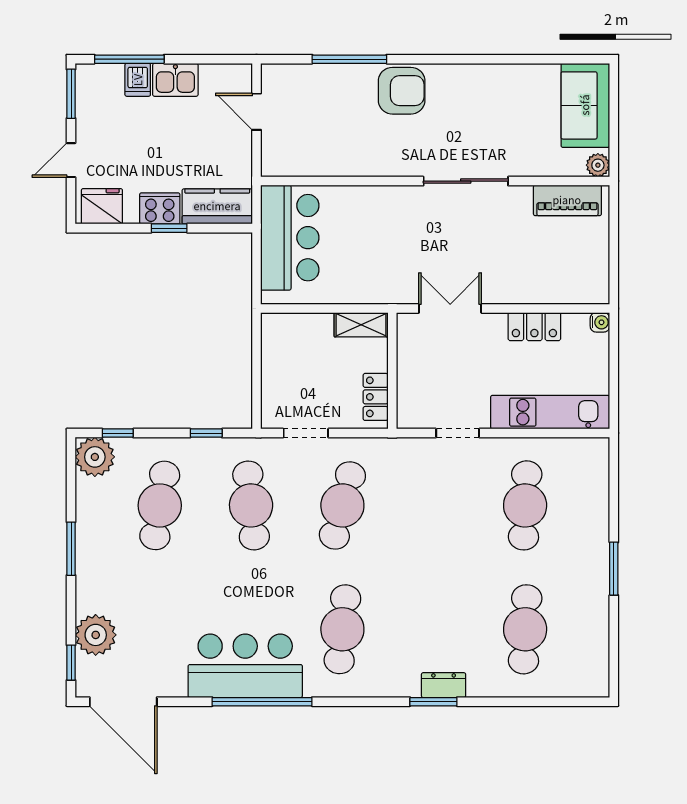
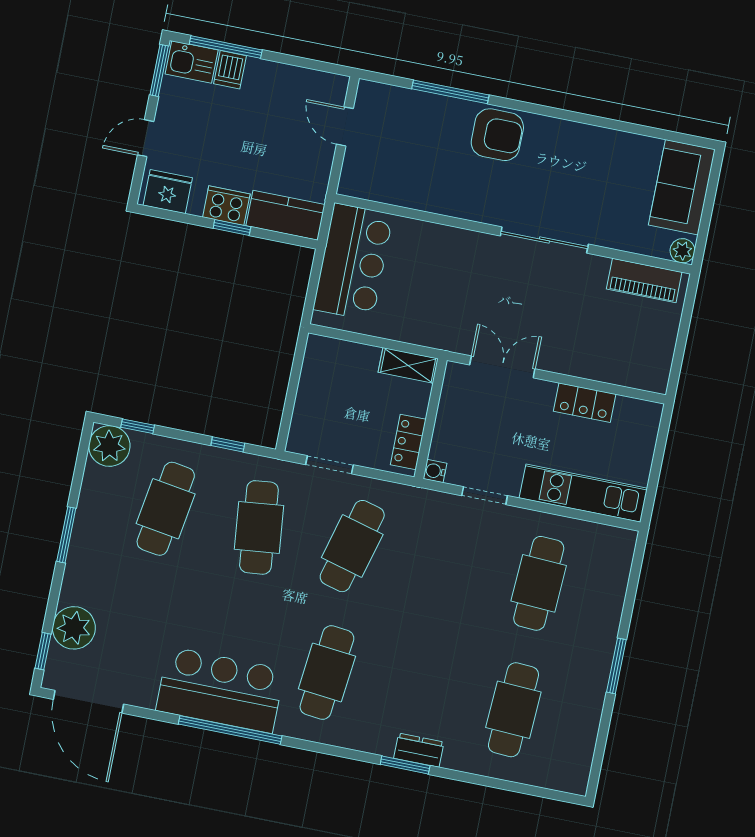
kitchen sink: (175, 80) -> (192, 62), moved
water cooler: (600, 322) -> (435, 471), moved, turned 180

